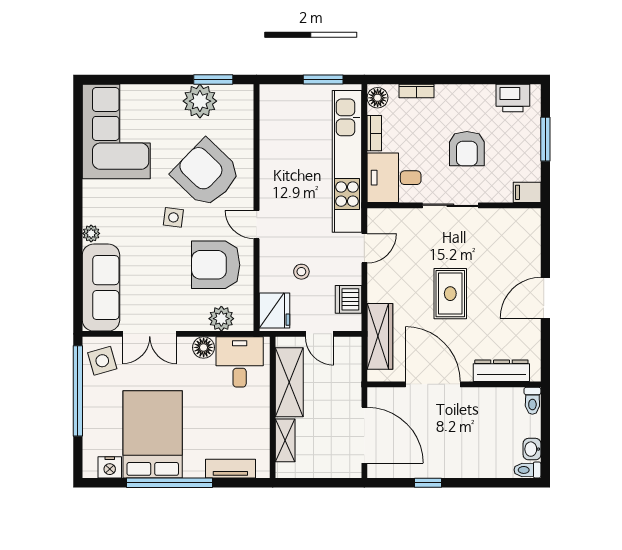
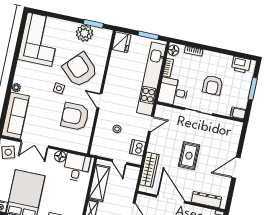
fridge: (274, 310) -> (121, 42), moved
plant: (221, 319) -> (72, 144), removed

